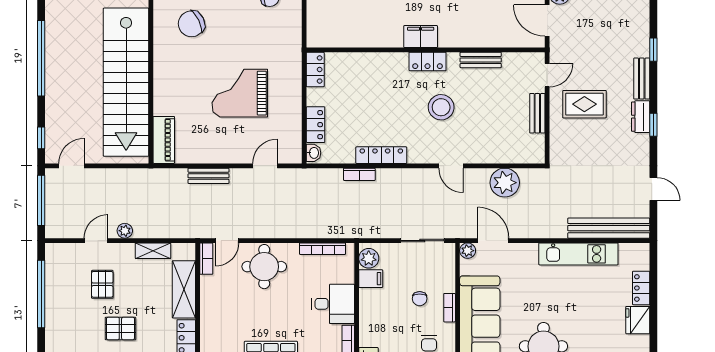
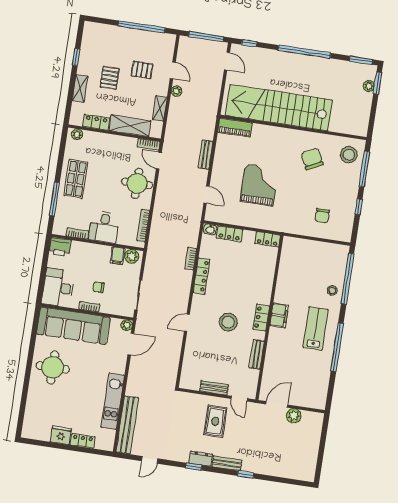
plant: (505, 183) -> (170, 358), removed

